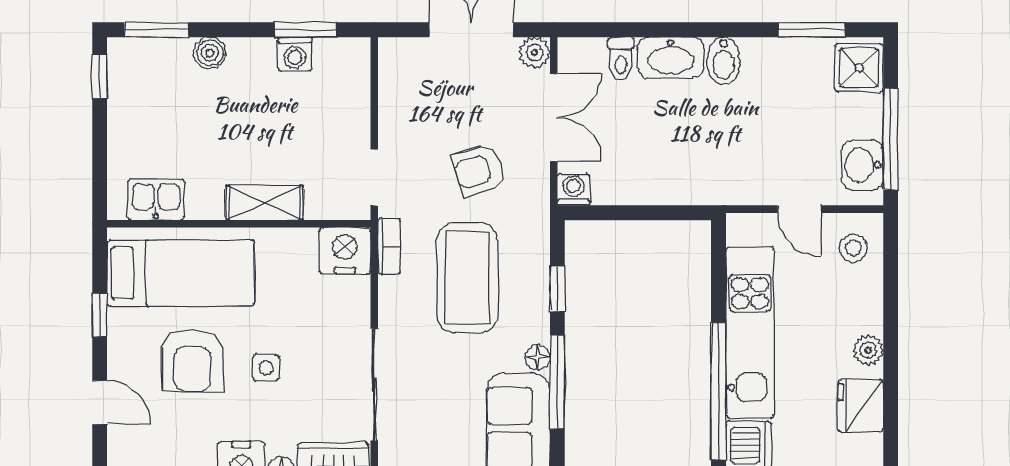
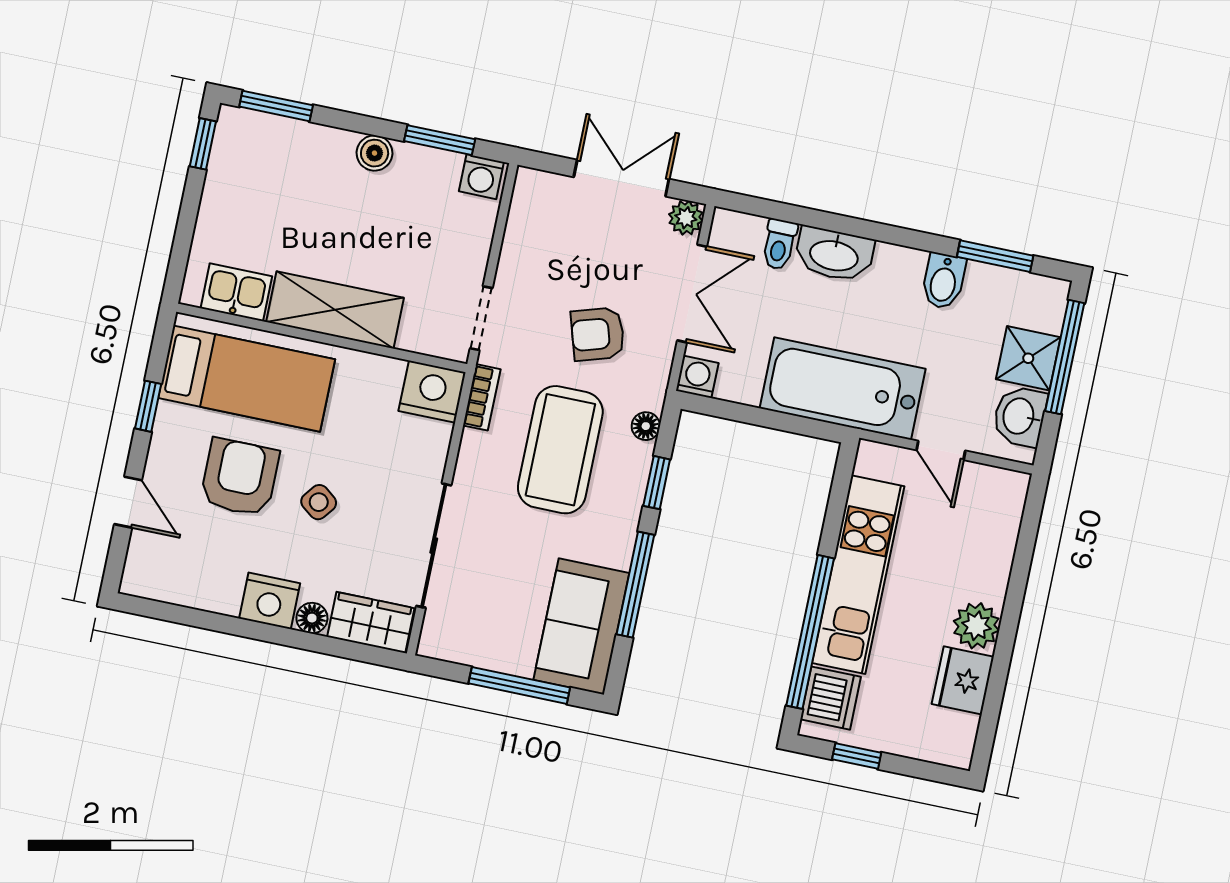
boiler: (210, 53) -> (375, 153), moved
washing machine: (295, 54) -> (481, 177), moved
bidet: (724, 61) -> (944, 281), moved
shower: (859, 68) -> (1028, 358), moved
window: (891, 139) -> (1065, 357), moved
bathtub: (702, 173) -> (843, 389), added
shelving: (265, 203) -> (335, 310), width x1.50, depth x1.33
stool: (854, 248) -> (991, 505), removed
plant: (868, 350) -> (976, 626), width x1.38, depth x1.38
floor lamp: (538, 357) -> (646, 426), moved
armchair: (193, 360) -> (240, 477), turned 180
side table: (266, 368) -> (319, 502), turned 38

